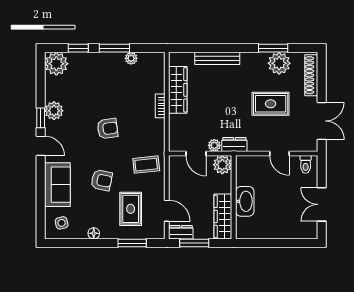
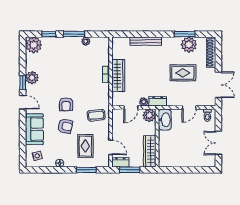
wardrobe: (178, 90) -> (118, 75), moved
armchair: (108, 129) -> (66, 104), moved, turned 98
door: (196, 153) -> (131, 107), hinge flipped
door: (279, 153) -> (189, 107), hinge flipped
washbasin: (245, 201) -> (165, 120), moved

